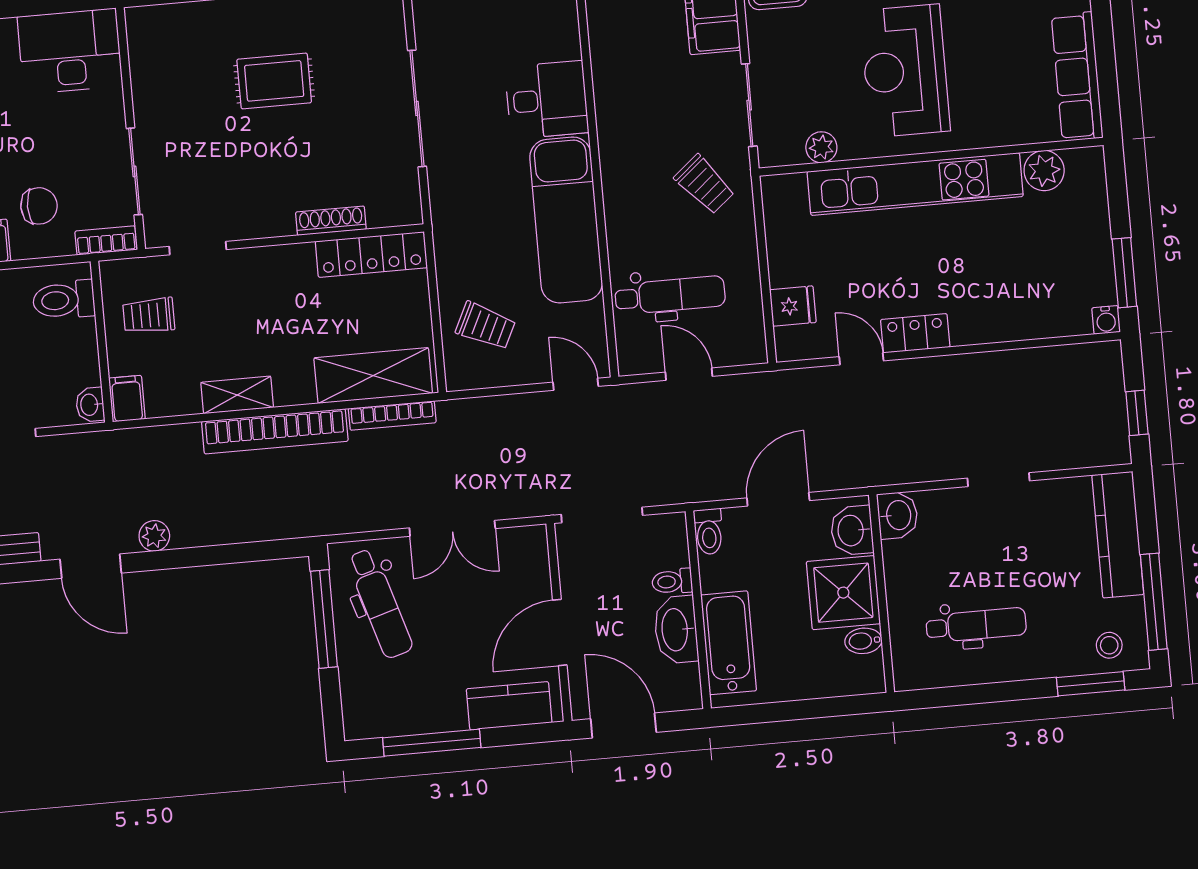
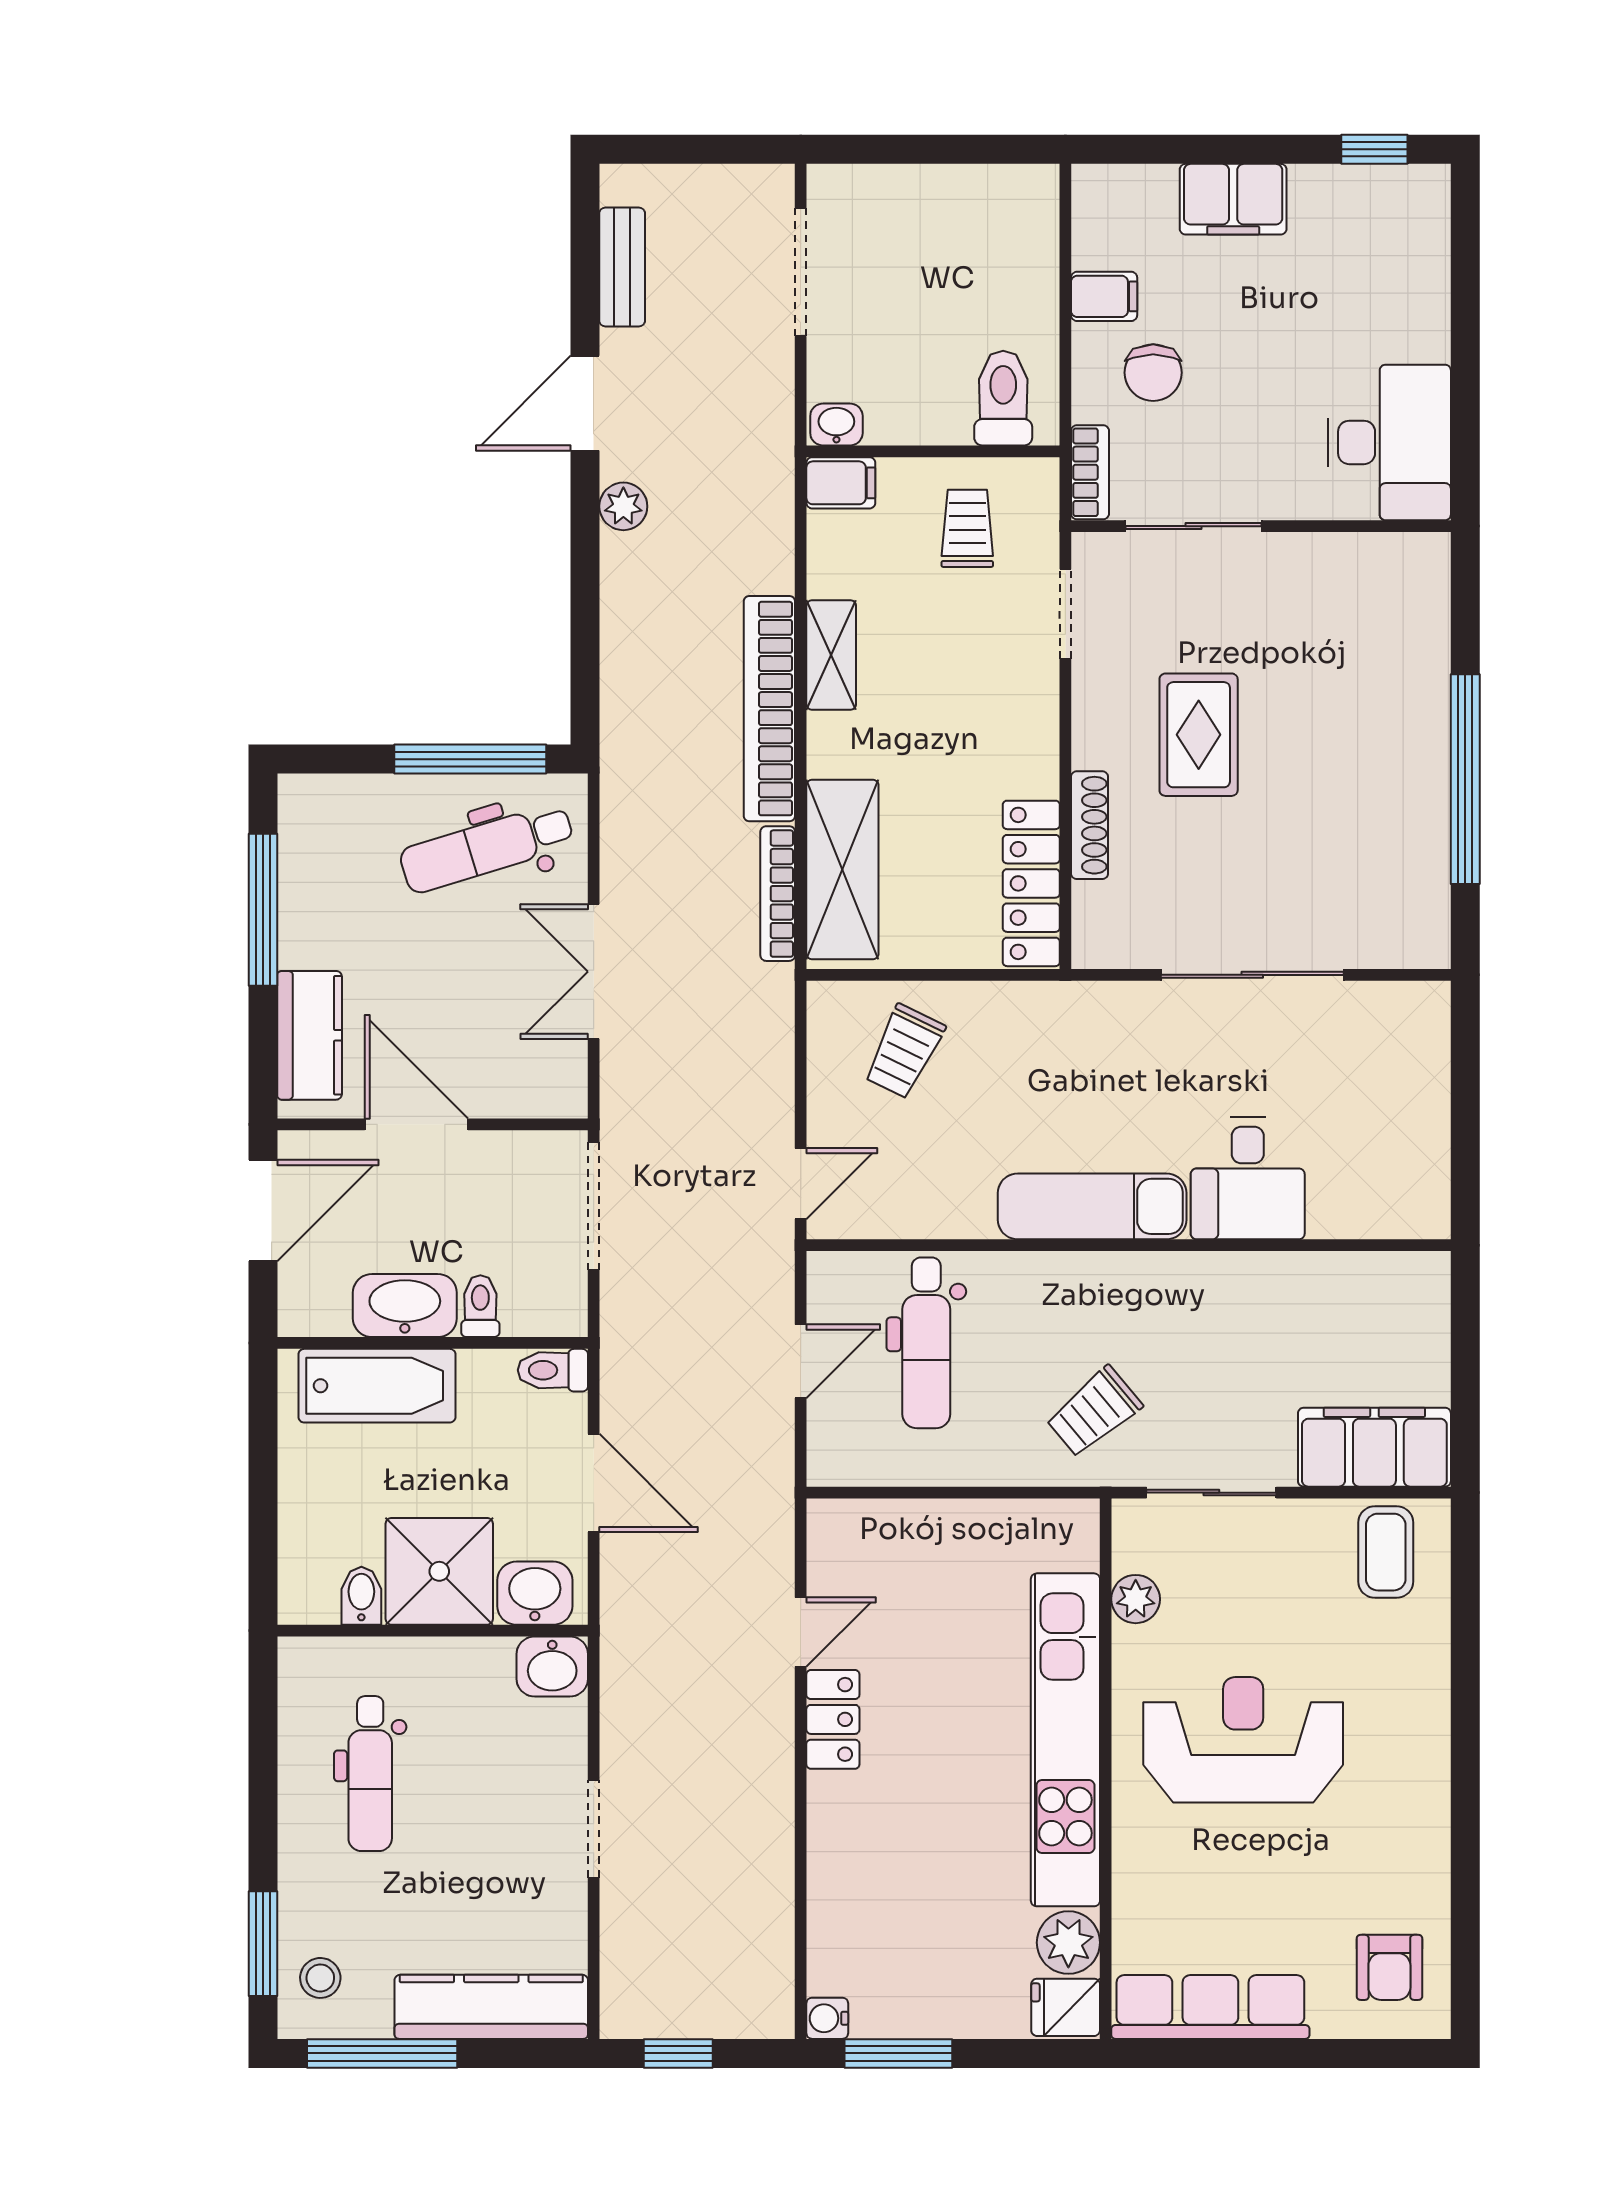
rug: (274, 81) -> (1199, 735), moved
exam couch: (566, 220) -> (1092, 1206), width x0.73, depth x0.69
fridge: (793, 306) -> (1066, 2007), moved, turned 90

